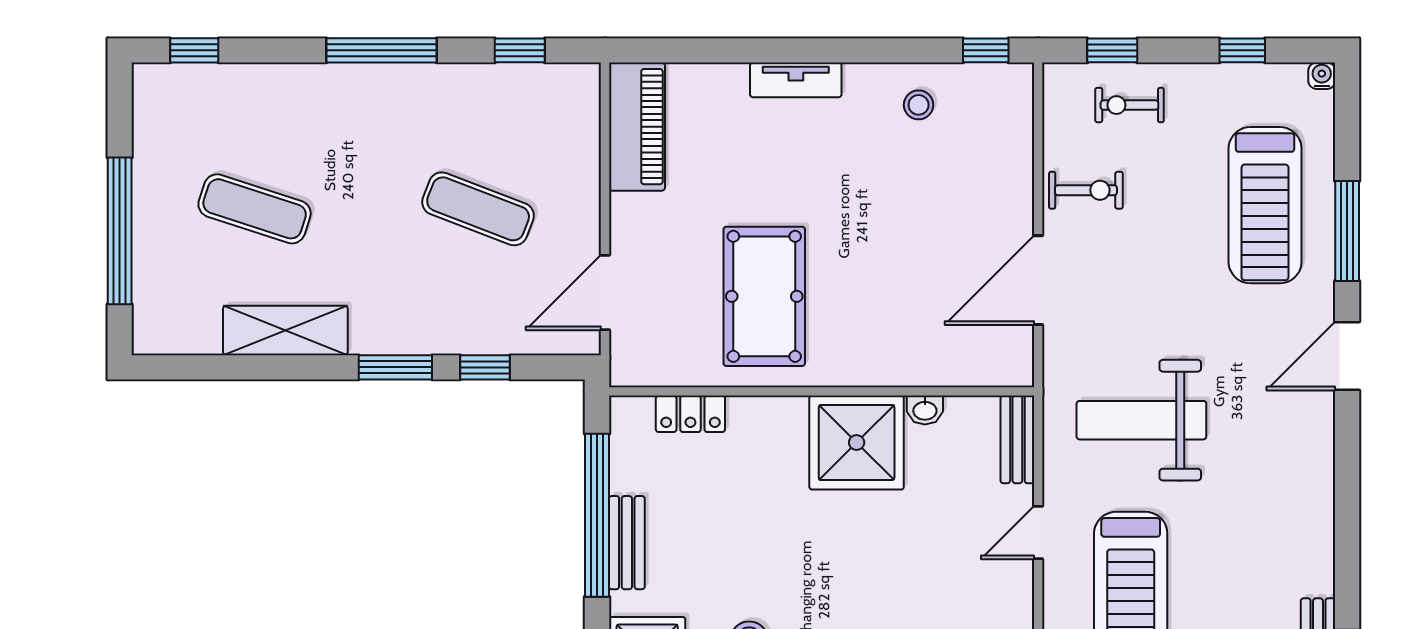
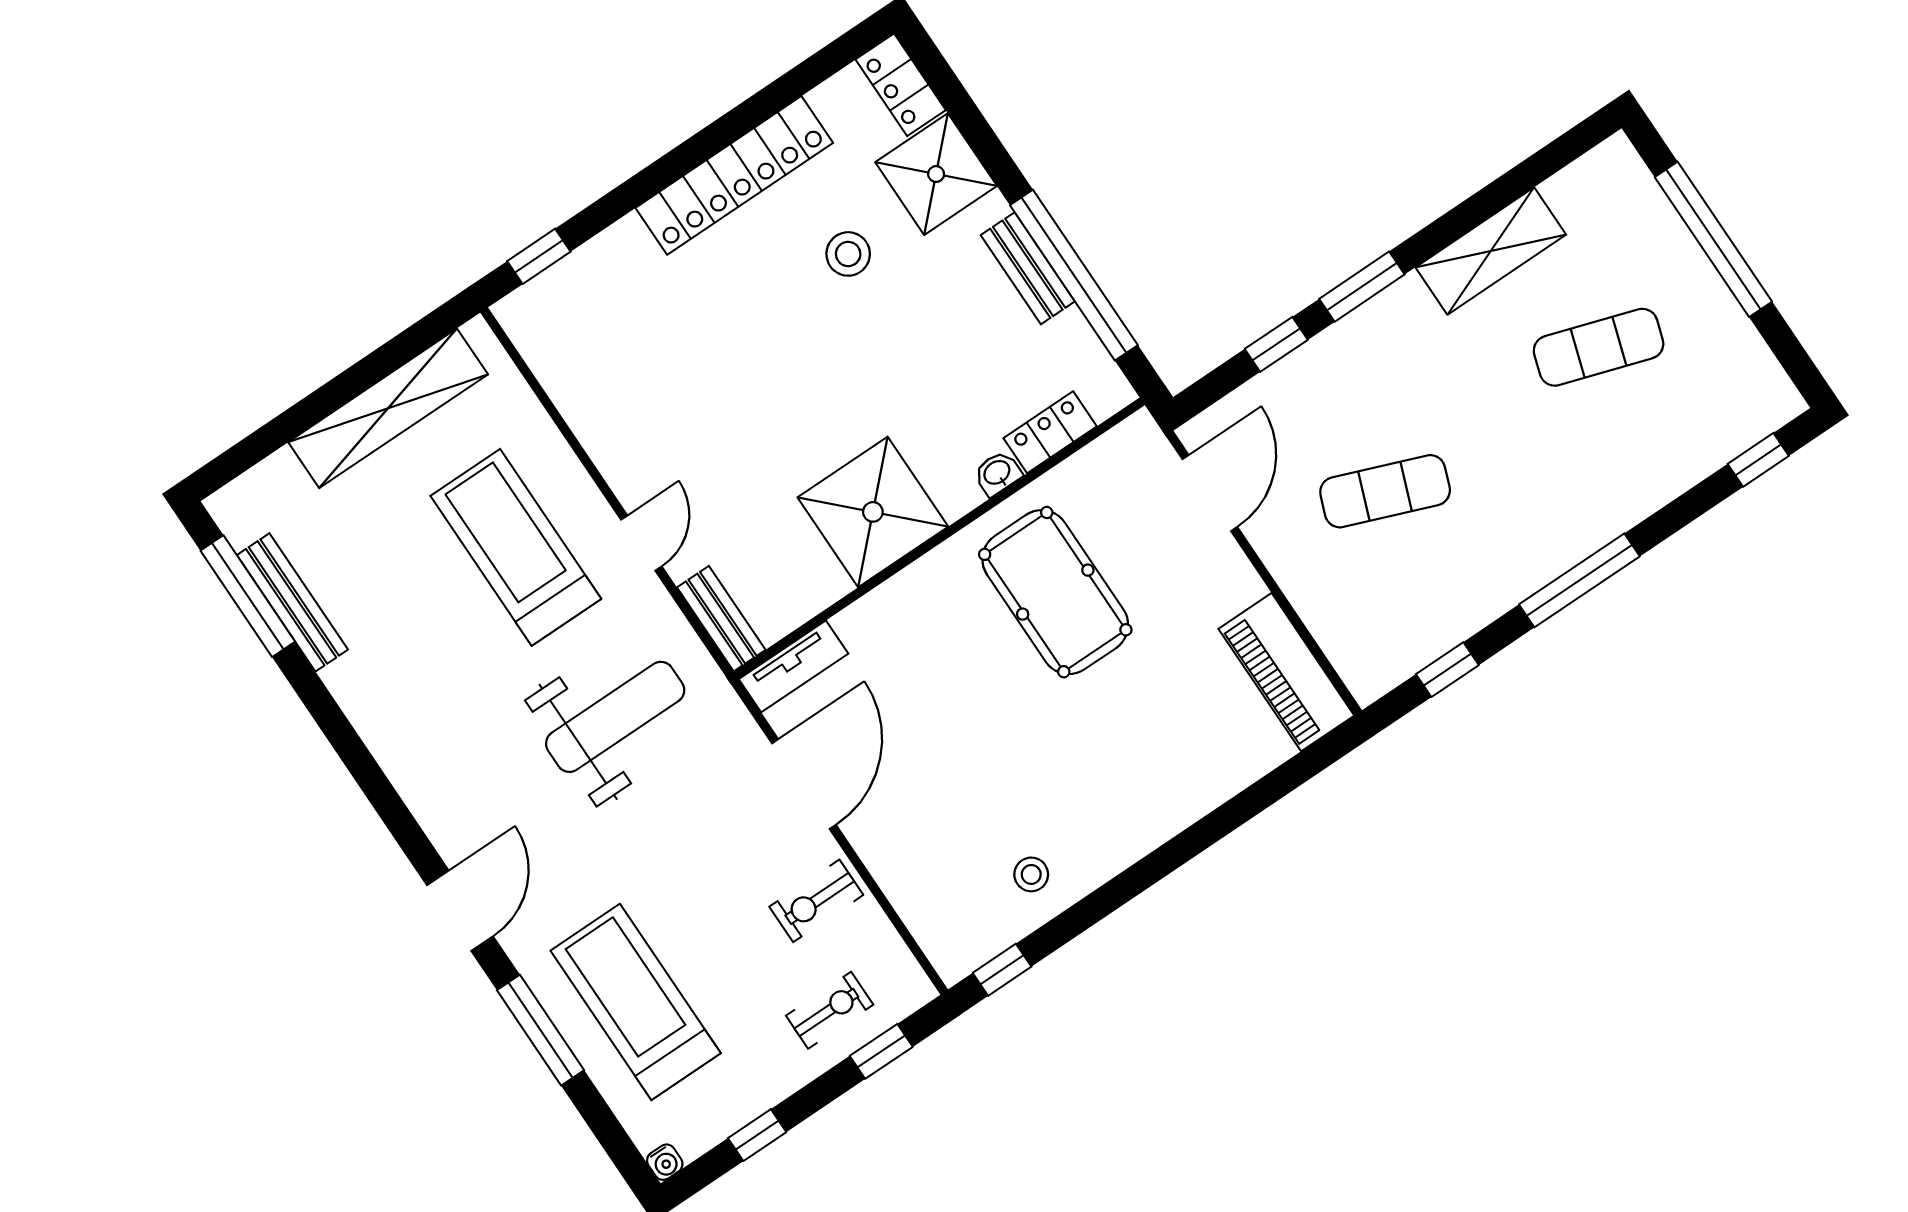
tv unit: (796, 80) -> (794, 666), moved, turned 180
washbasin: (925, 410) -> (997, 473), moved

